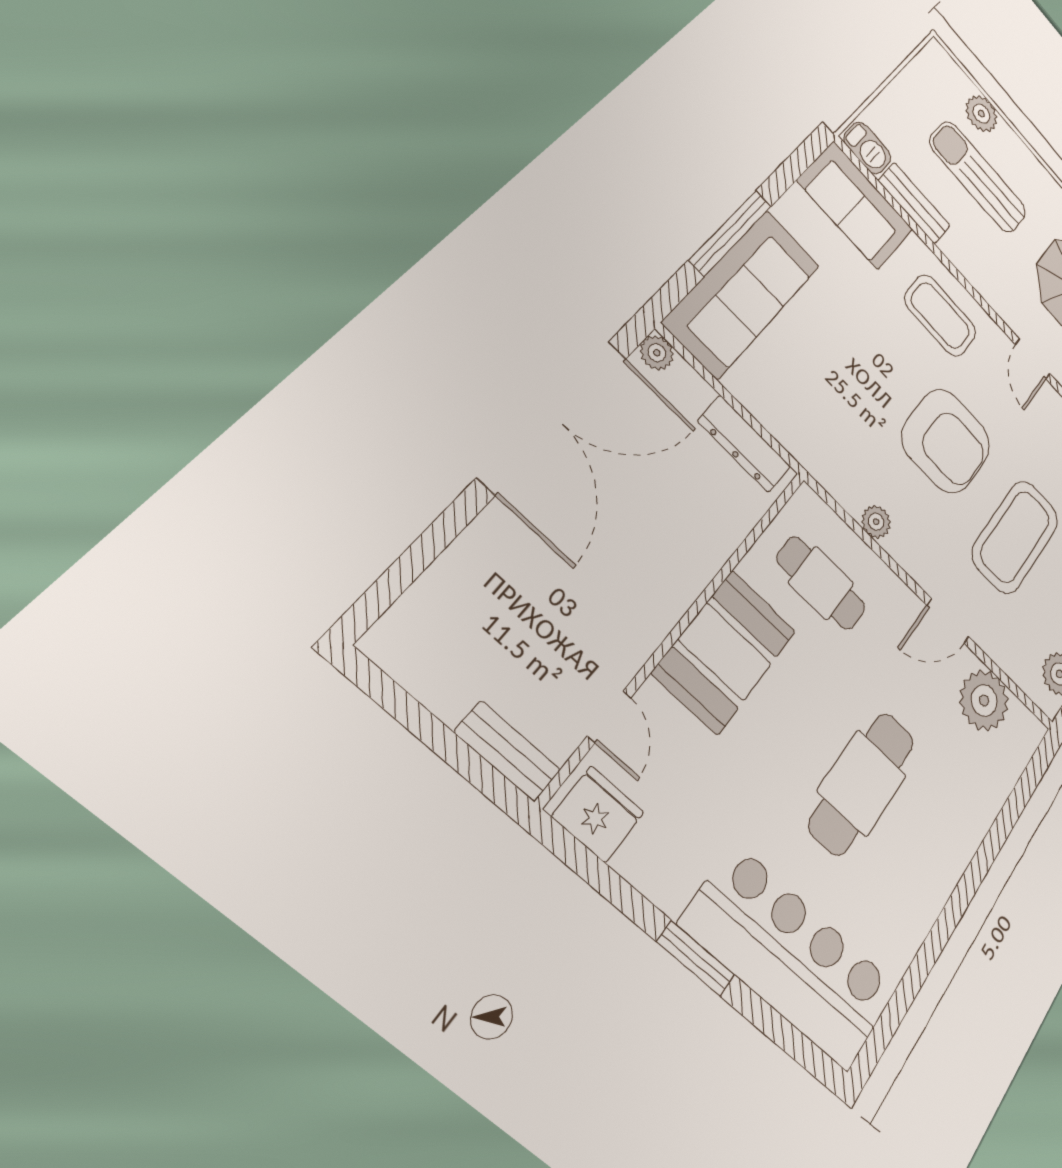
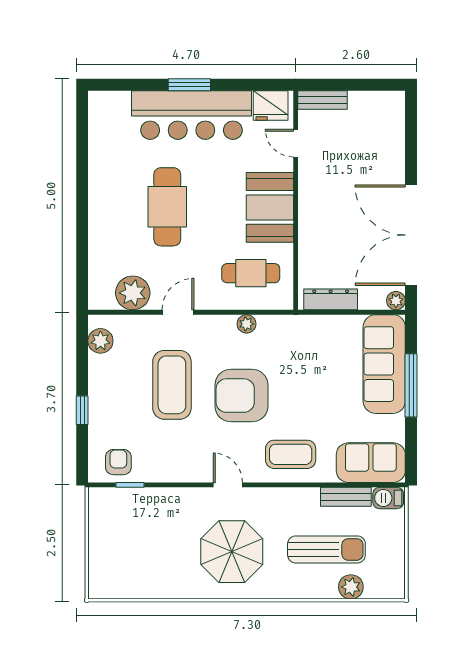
bar counter: (791, 957) -> (192, 115), moved

